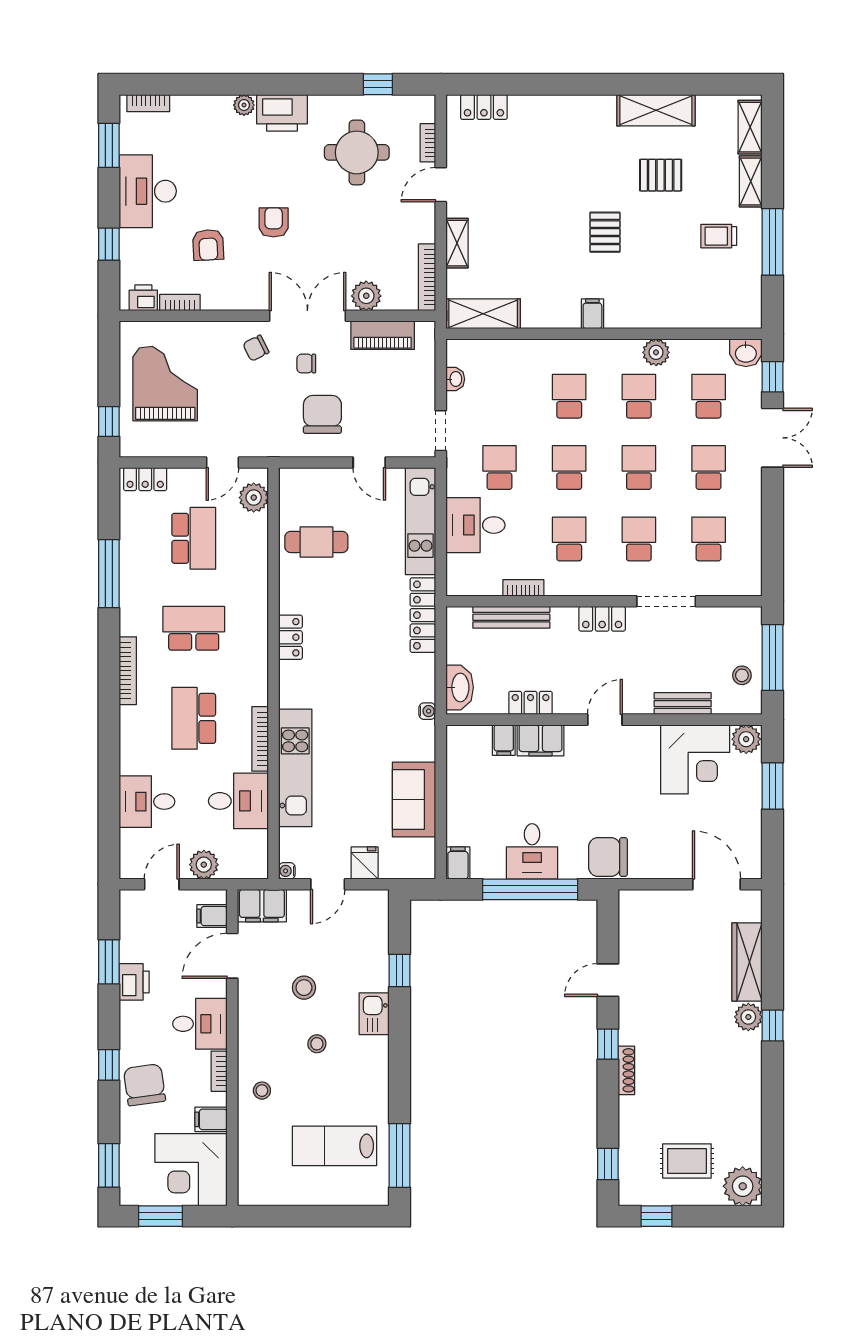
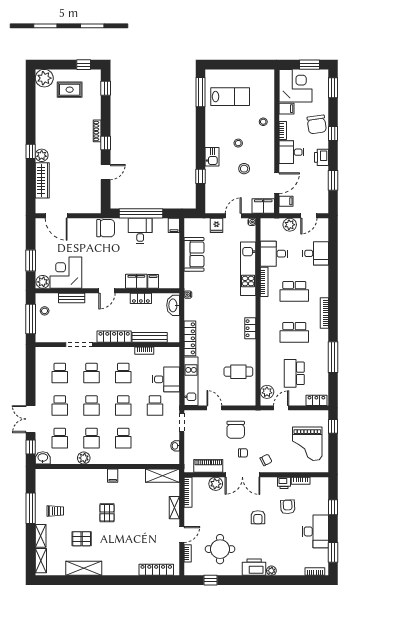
locker: (484, 107) -> (156, 570), width x1.53
printer: (143, 298) -> (284, 483), moved
locker: (602, 619) -> (114, 337), width x1.53
school desk: (194, 718) -> (294, 291), turned 90
printer: (134, 982) -> (321, 157), moved

